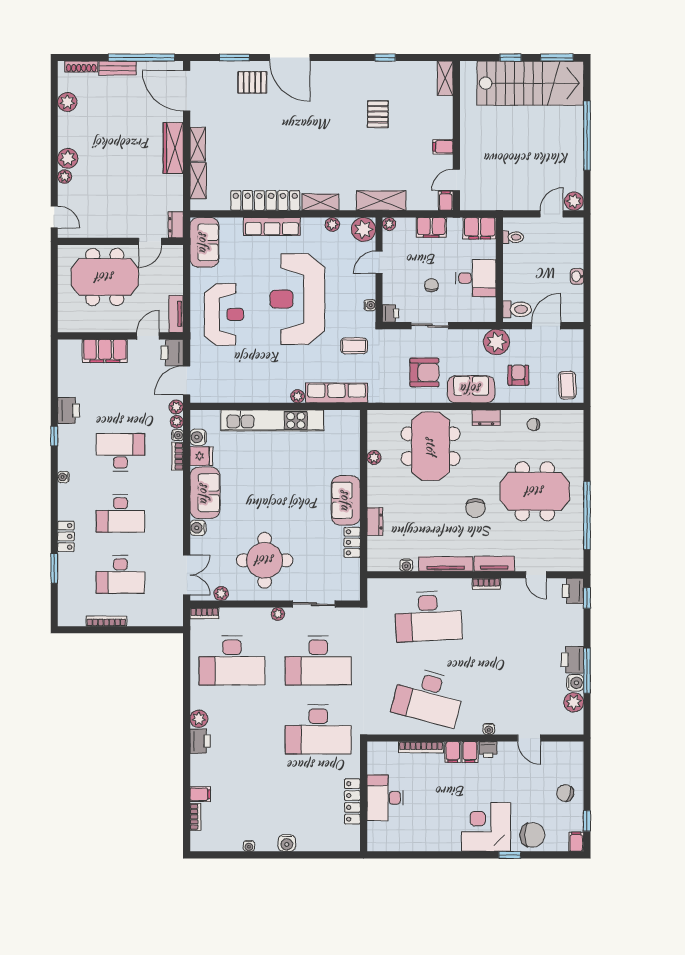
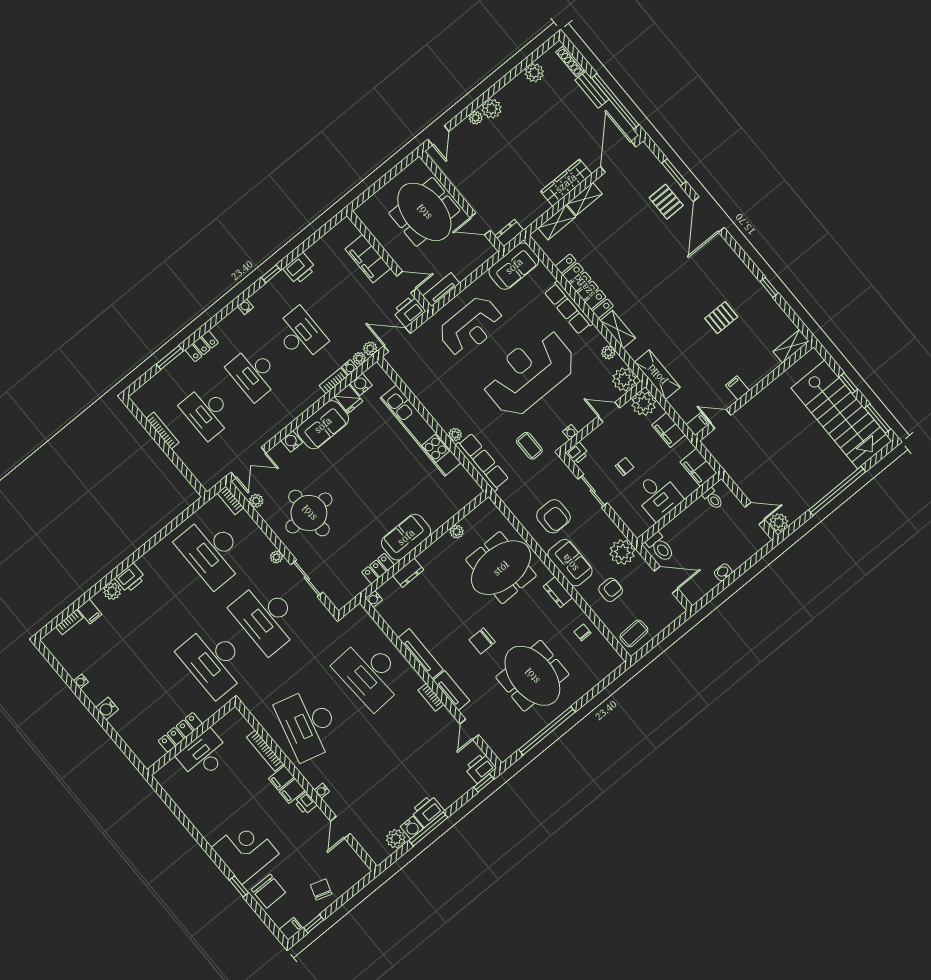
plant: (389, 224) -> (644, 404), width x1.88, depth x1.88
water cooler: (406, 565) -> (374, 599), moved
plant: (199, 719) -> (112, 591), moved

